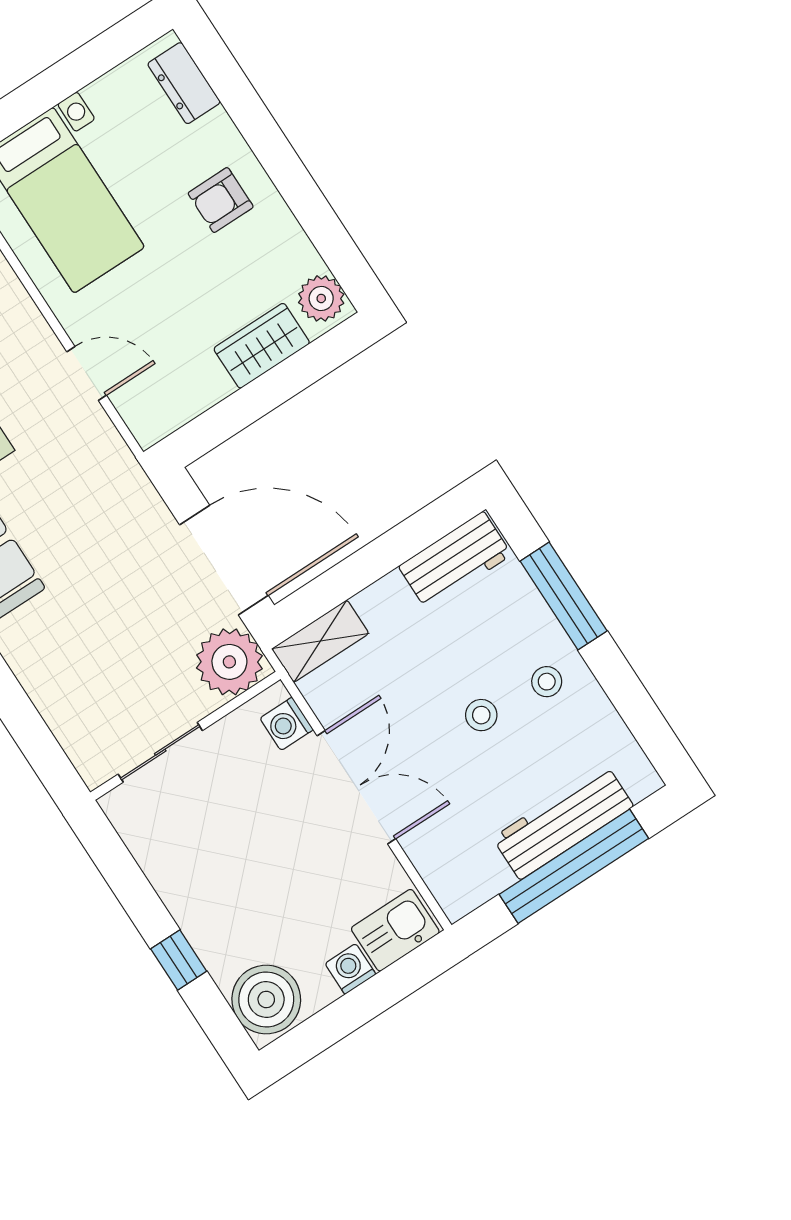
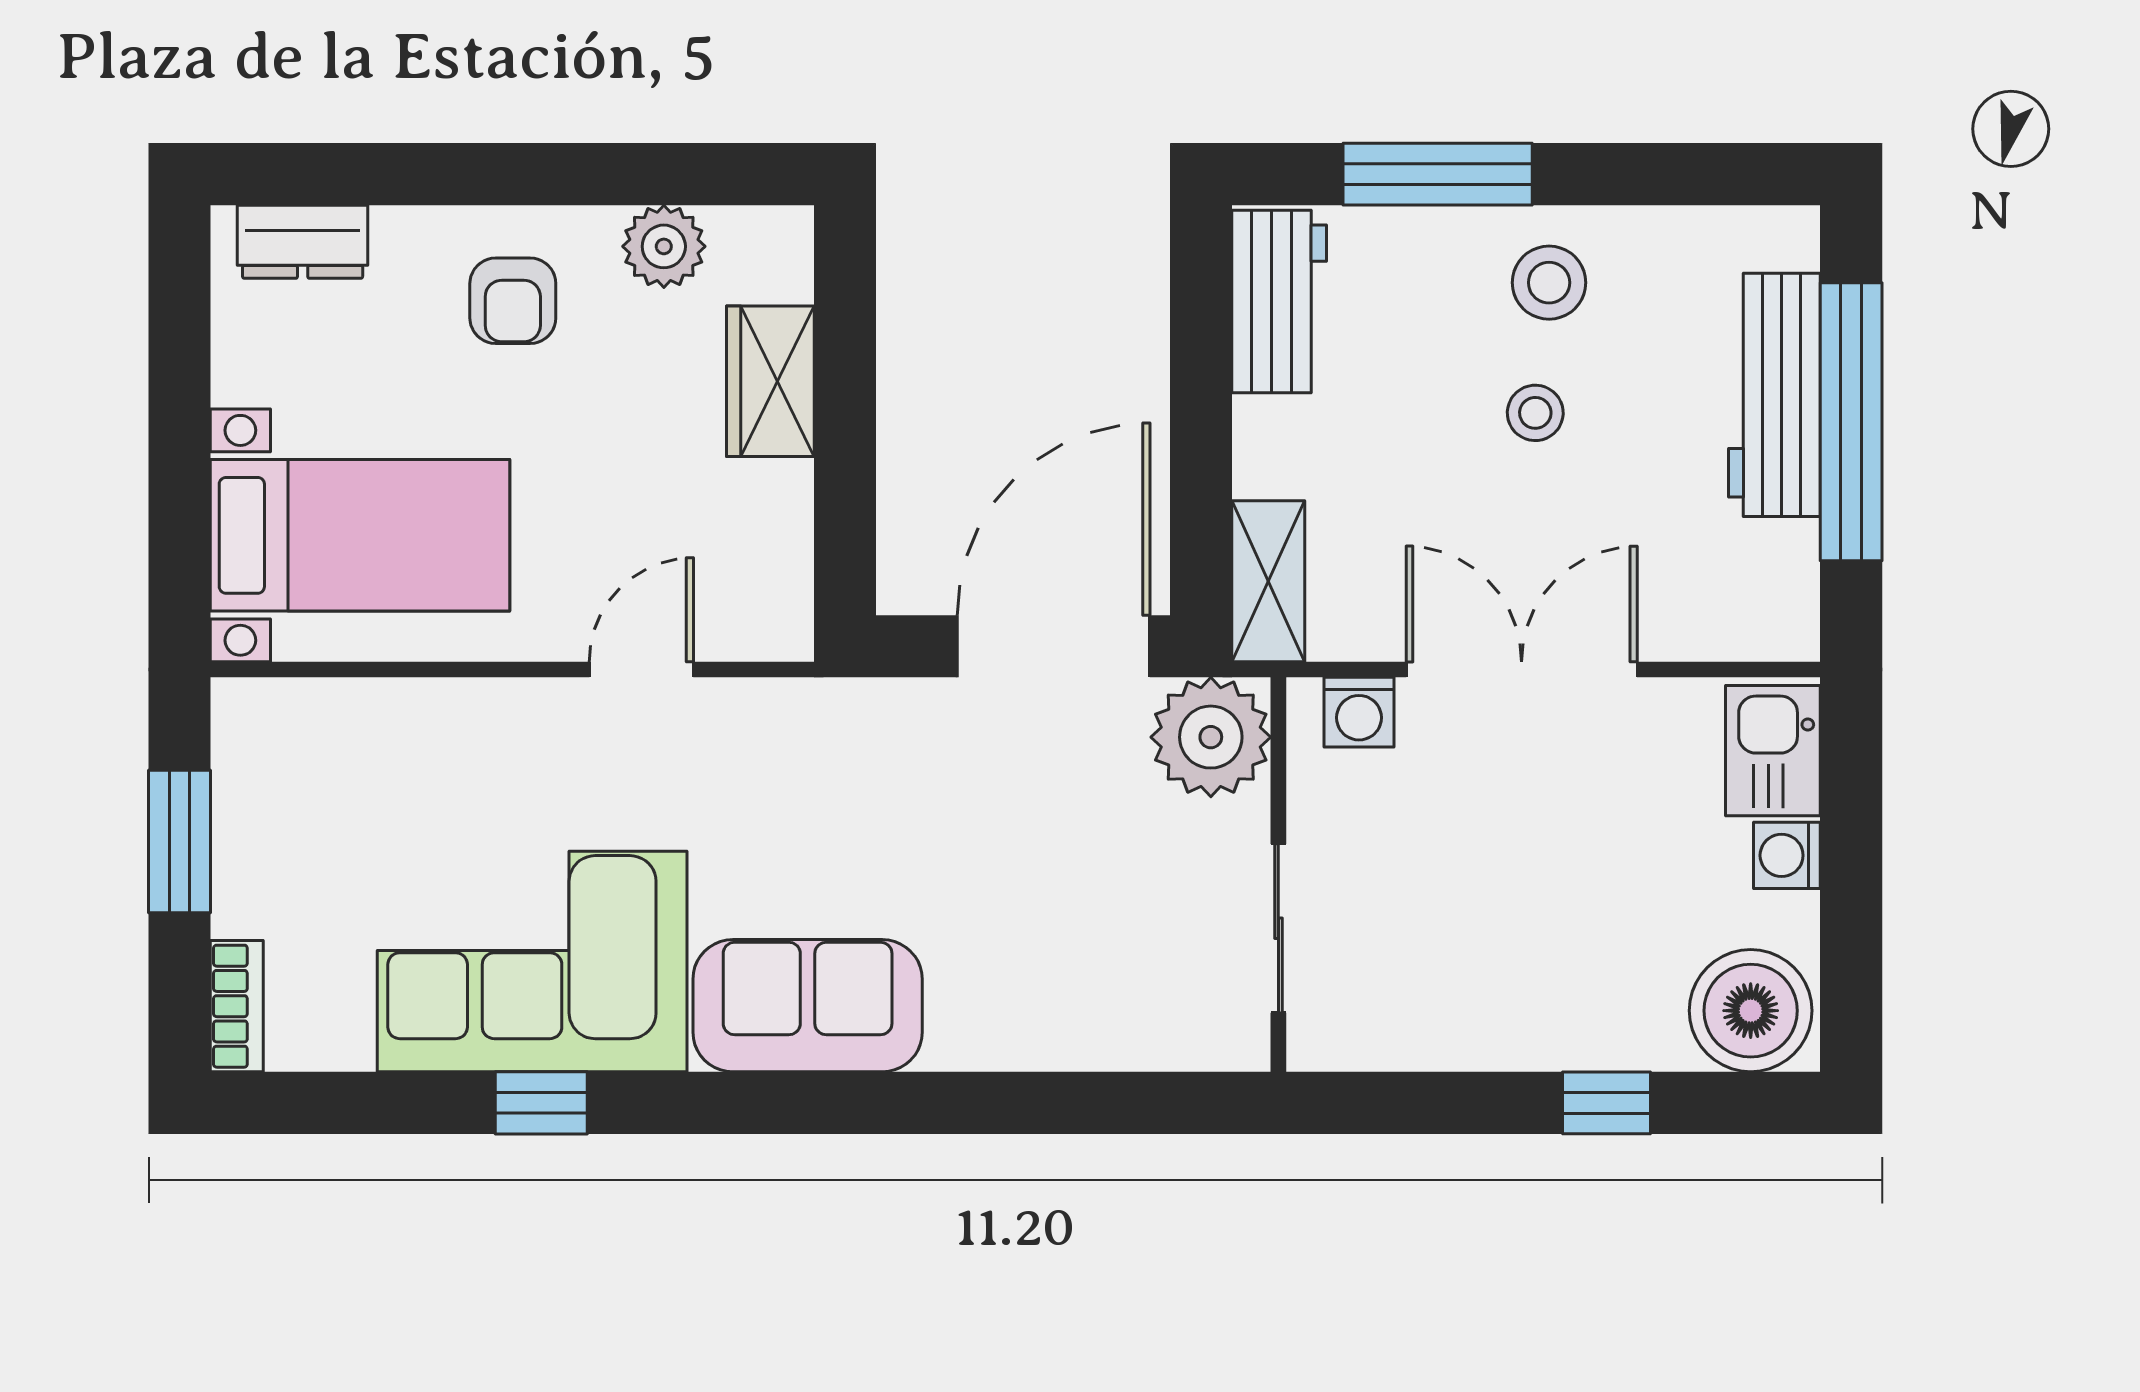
plant: (321, 298) -> (664, 246), moved
stool: (547, 682) -> (1549, 283), width x1.37, depth x1.37

